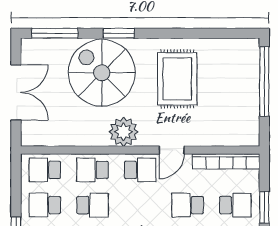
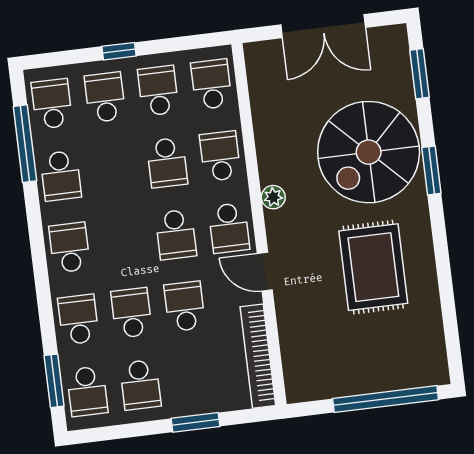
window: (55, 33) -> (420, 74), width x0.69
spiral stairs: (102, 73) -> (369, 152), turned 180
rug: (177, 79) -> (373, 267), turned 90
plant: (124, 132) -> (273, 197), width x0.53, depth x0.53
school desk: (235, 205) -> (176, 235), moved

